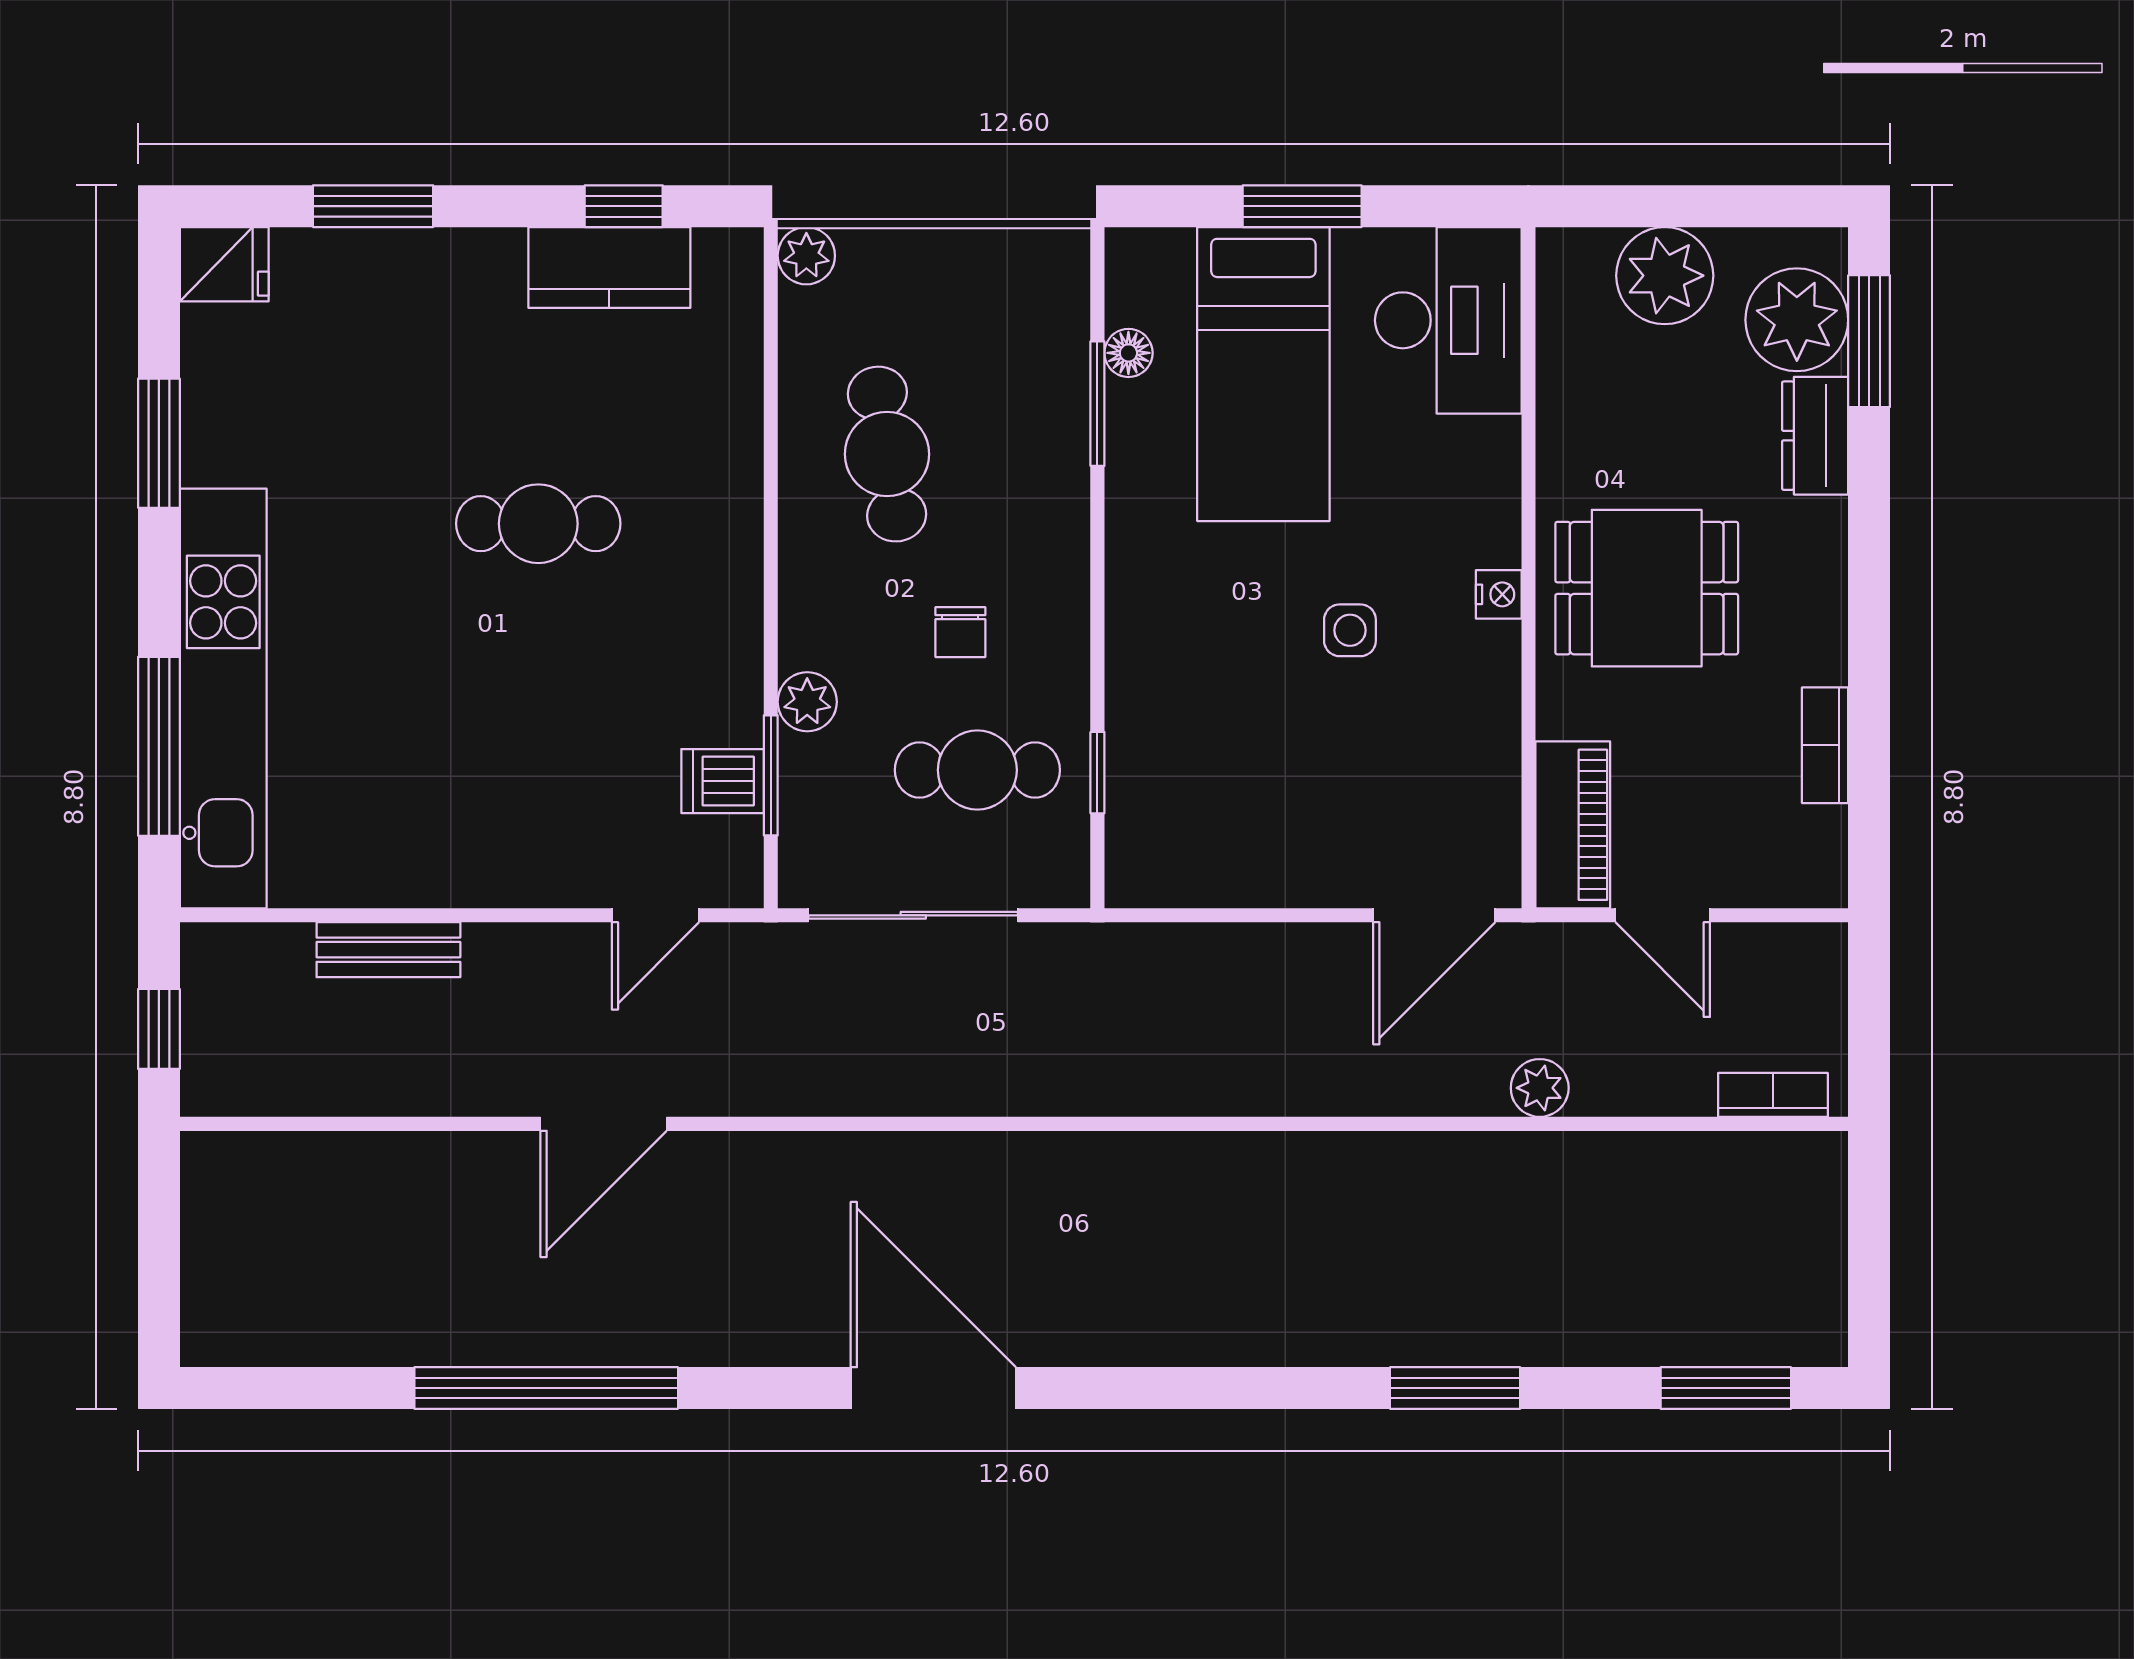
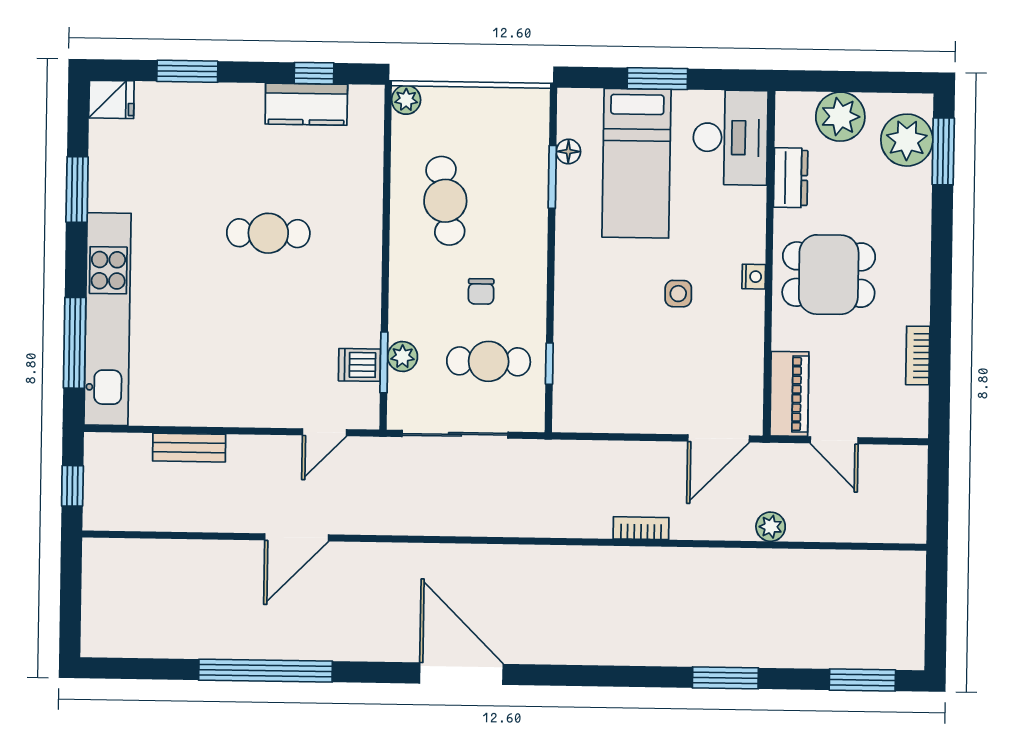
dresser: (1815, 436) -> (791, 178), moved, turned 180
plant: (807, 702) -> (403, 357), moved
bookcase: (1773, 1095) -> (641, 528), moved

